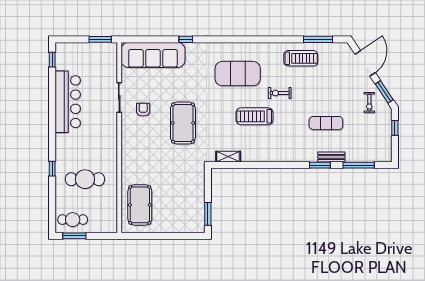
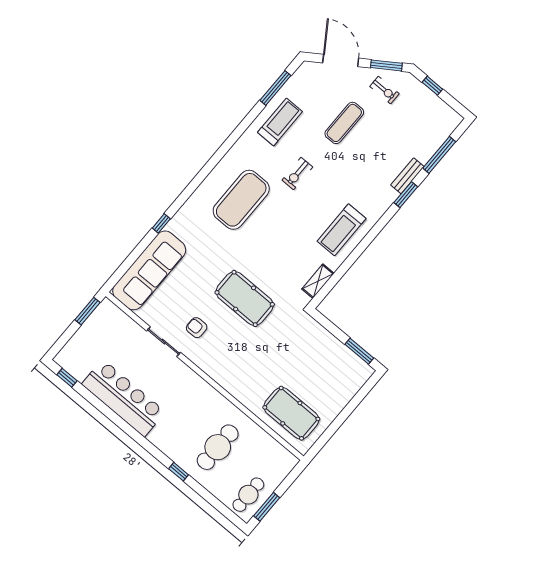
treadmill: (255, 116) -> (341, 230), moved
exercise mat: (326, 123) -> (344, 123), moved

